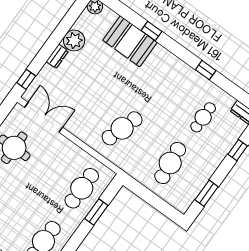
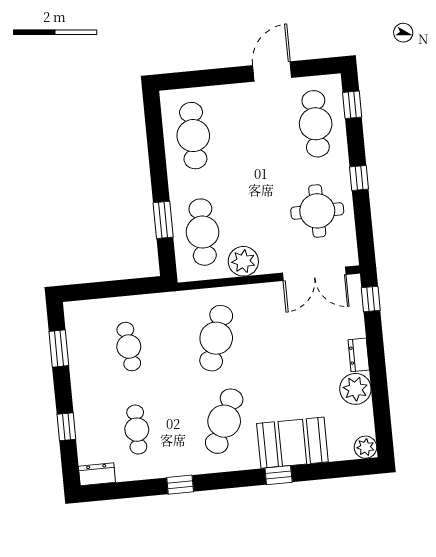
cafe table: (155, 83) -> (224, 421), added
plant: (74, 155) -> (243, 261), added
cafe table: (170, 163) -> (129, 347), width x0.73, depth x0.74

